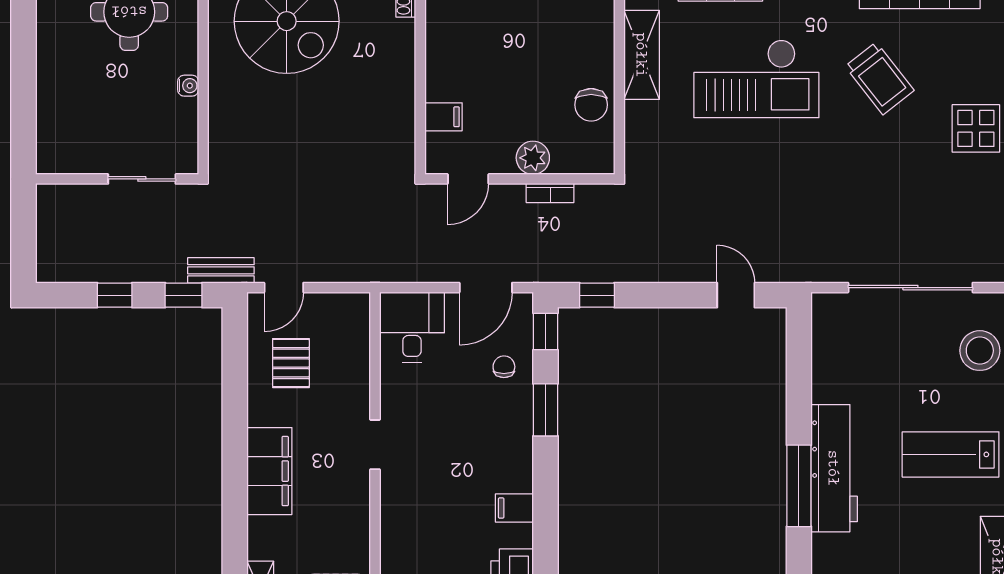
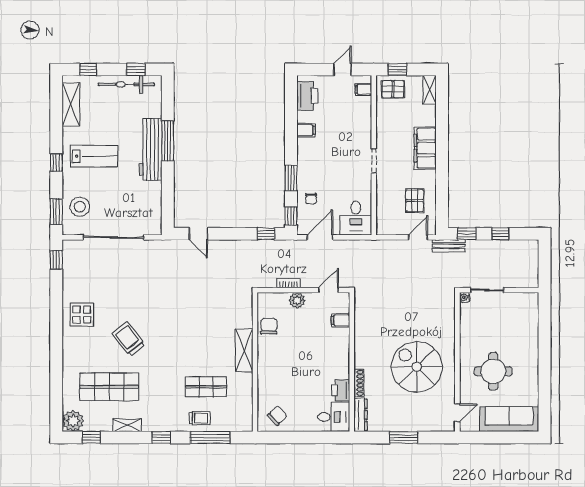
checkout: (756, 79) -> (188, 339), removed
water cooler: (188, 86) -> (465, 297), moved

